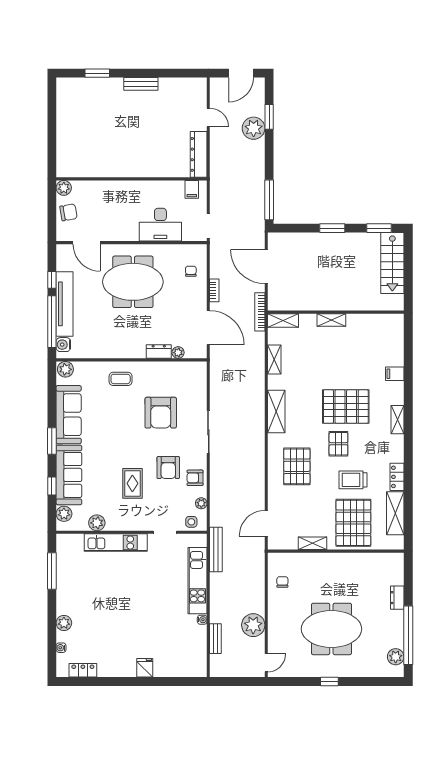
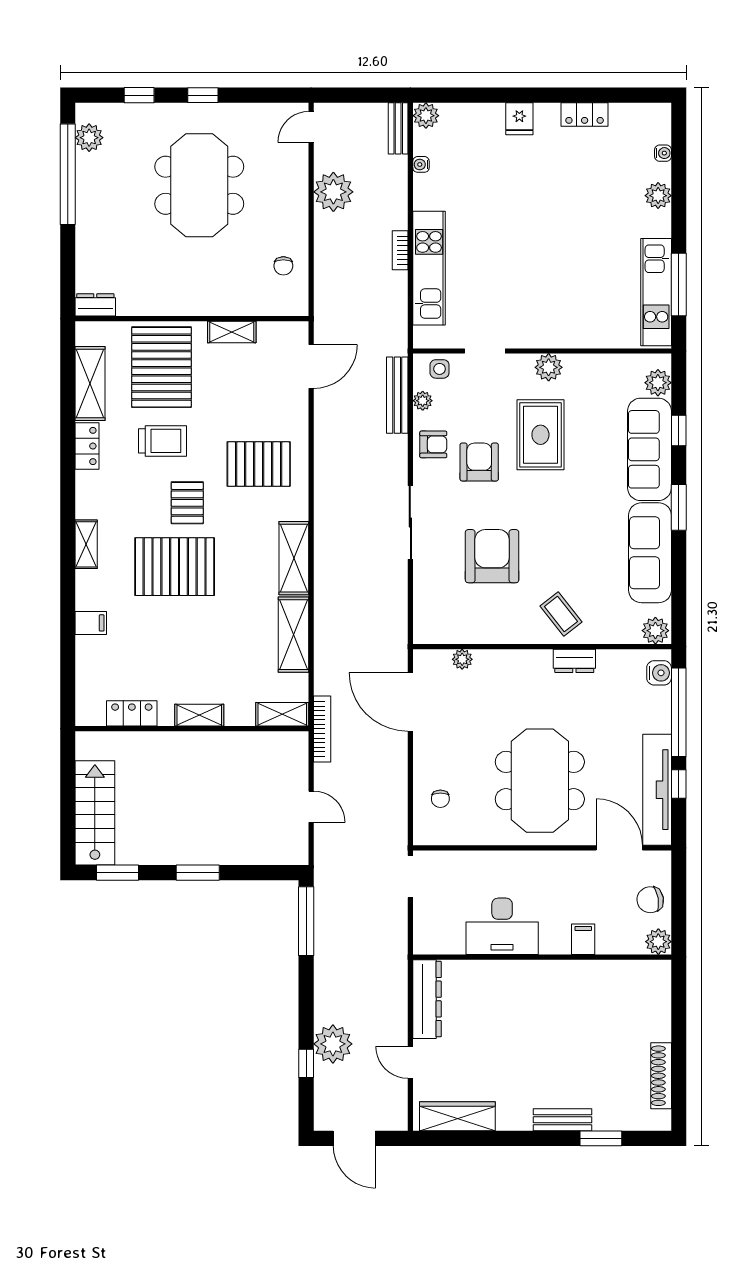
door: (241, 73) -> (354, 1138), swing flipped
bench: (141, 84) -> (563, 1120), moved
wardrobe: (181, 86) -> (457, 1116), added
shoe rack: (62, 110) -> (661, 1076), added
window: (269, 117) -> (306, 1063), width x0.67
filing cabinet: (192, 189) -> (583, 939), moved
desk: (160, 225) -> (502, 926), moved, turned 180
door: (266, 267) -> (311, 807), width x0.53
meeting table: (133, 282) -> (540, 781), turned 90
bookcase: (214, 290) -> (400, 250), moved
tv unit: (64, 304) -> (657, 790), moved
locker: (371, 321) -> (132, 713), added
dresser: (159, 352) -> (574, 661), moved
shelving: (274, 360) -> (294, 635), width x1.50, depth x1.33
coffee table: (121, 379) -> (561, 614), turned 52
pallet: (297, 466) -> (259, 464), turned 90
rug: (132, 483) -> (540, 435), width x1.36, depth x1.43
plant: (97, 523) -> (549, 367), moved
kitchen unit: (116, 543) -> (656, 292), moved, turned -90
bench: (216, 550) -> (397, 395), moved
dresser: (397, 598) -> (95, 305), moved, turned -90
water cooler: (202, 620) -> (421, 164), moved
meeting table: (331, 629) -> (199, 185), turned 90
bench: (215, 639) -> (398, 128), moved
locker: (83, 670) -> (585, 114), moved
plant: (199, 670) -> (426, 116), added
window: (366, 681) -> (139, 95), added

